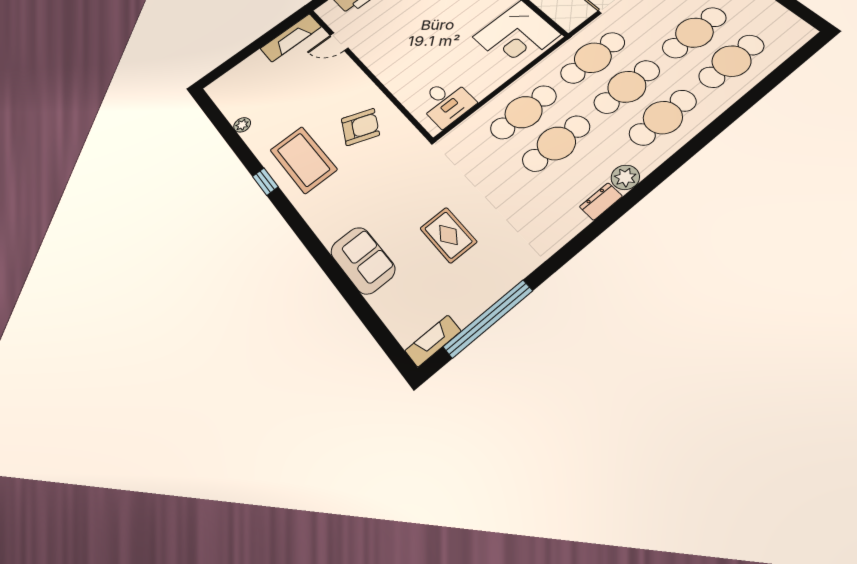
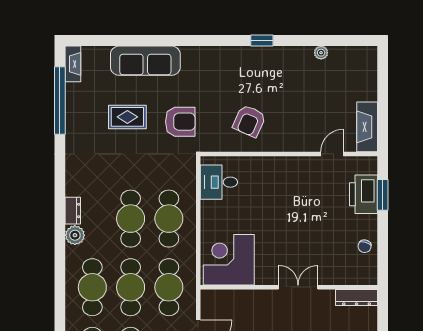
coffee table: (303, 160) -> (257, 72), removed
armchair: (411, 183) -> (180, 122), added
sofa: (363, 260) -> (145, 61), width x1.36

